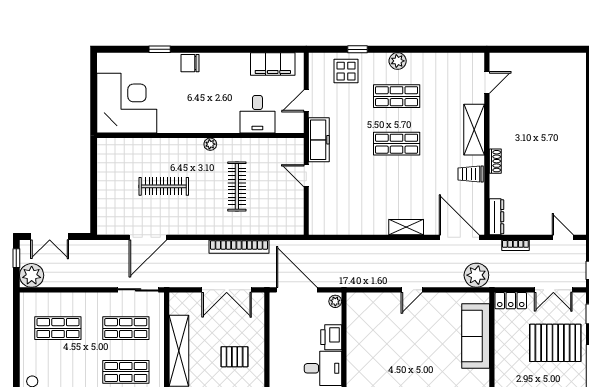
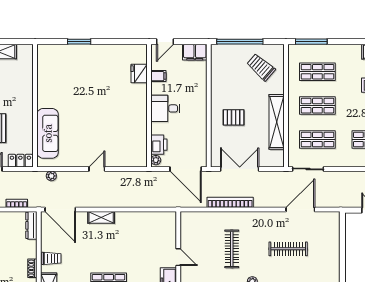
plant: (476, 275) -> (51, 176), width x0.53, depth x0.53
printer: (331, 337) -> (159, 145), moved

